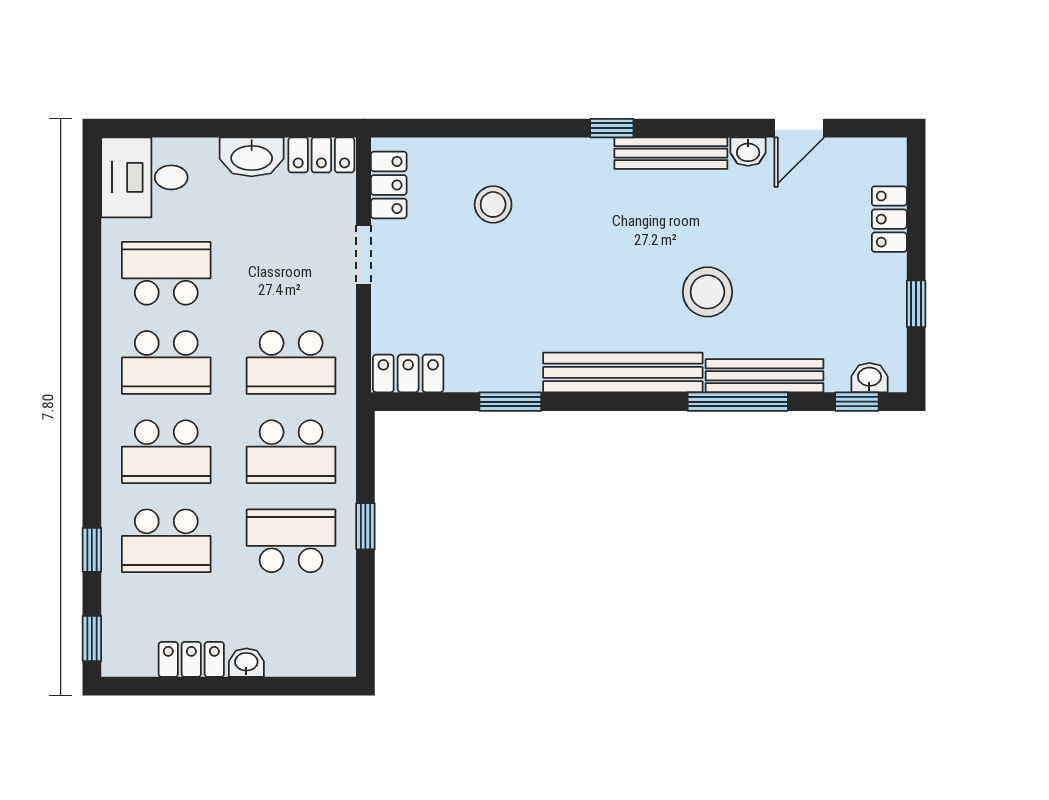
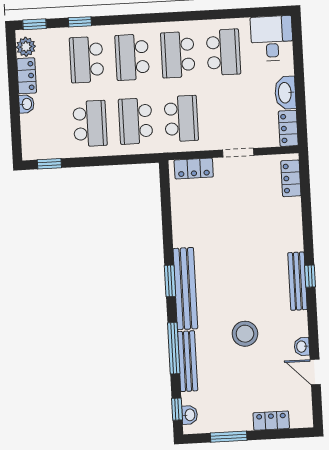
bench: (671, 153) -> (297, 281), moved
locker: (389, 185) -> (291, 178), moved, turned 90
stool: (493, 204) -> (268, 218), removed
stool: (707, 292) -> (245, 334), moved
window: (916, 304) -> (229, 437), width x1.50
school desk: (291, 362) -> (181, 119), turned 180
locker: (408, 373) -> (194, 169), moved, turned 90
window: (510, 402) -> (170, 281), moved
window: (365, 526) -> (49, 164), moved
plant: (135, 658) -> (26, 47), added

